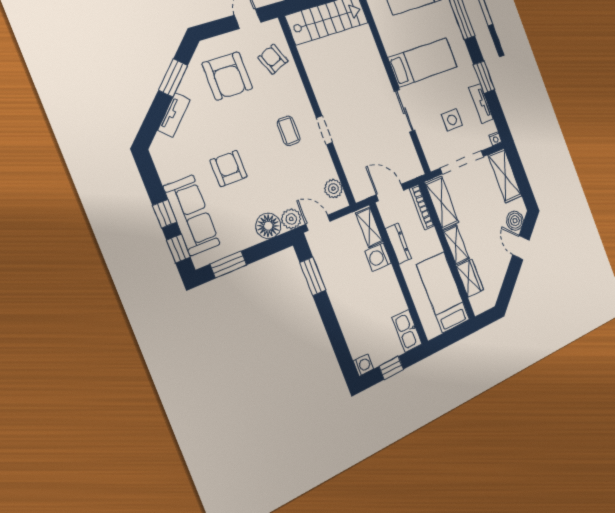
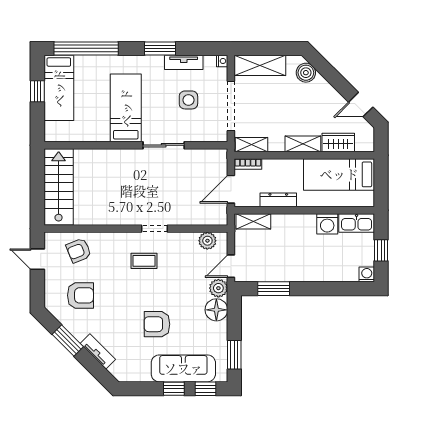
armchair: (227, 76) -> (80, 295), width x0.73, depth x0.73
shelving: (442, 203) -> (252, 145), width x0.67, depth x0.75
bookcase: (422, 207) -> (248, 164), width x0.64
door: (521, 248) -> (361, 105), moved
washing machine: (378, 257) -> (327, 224), moved

